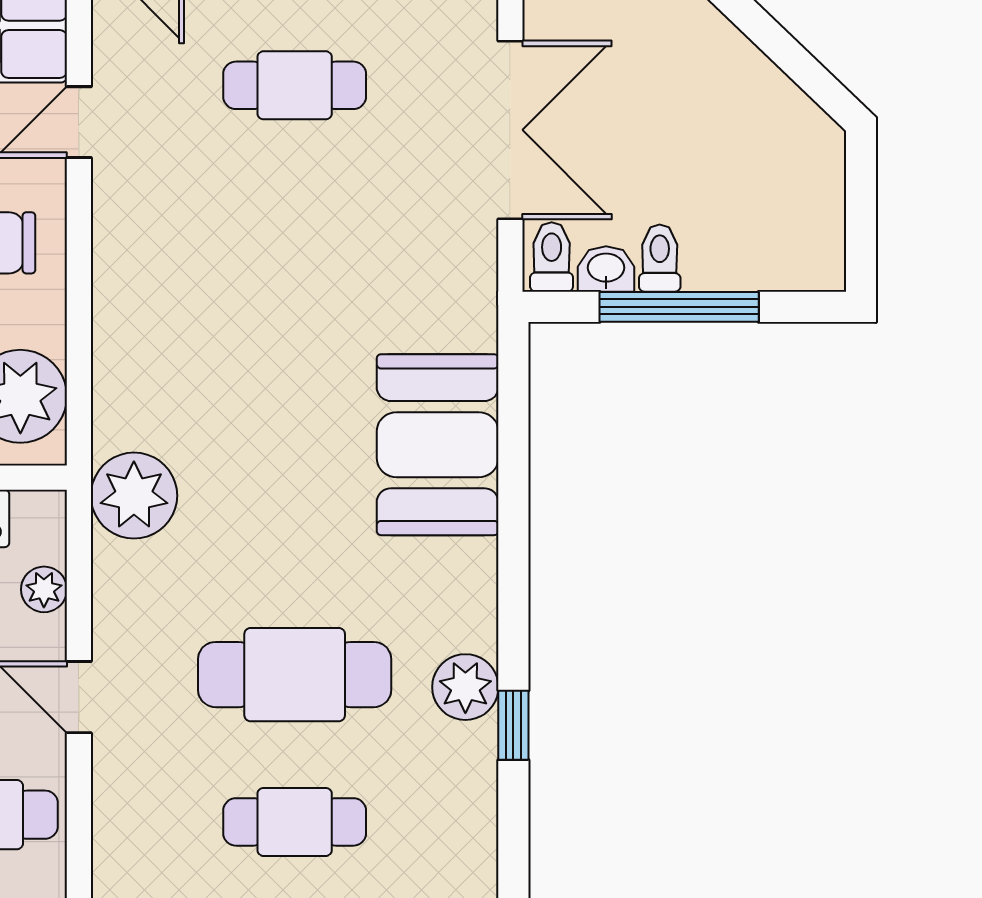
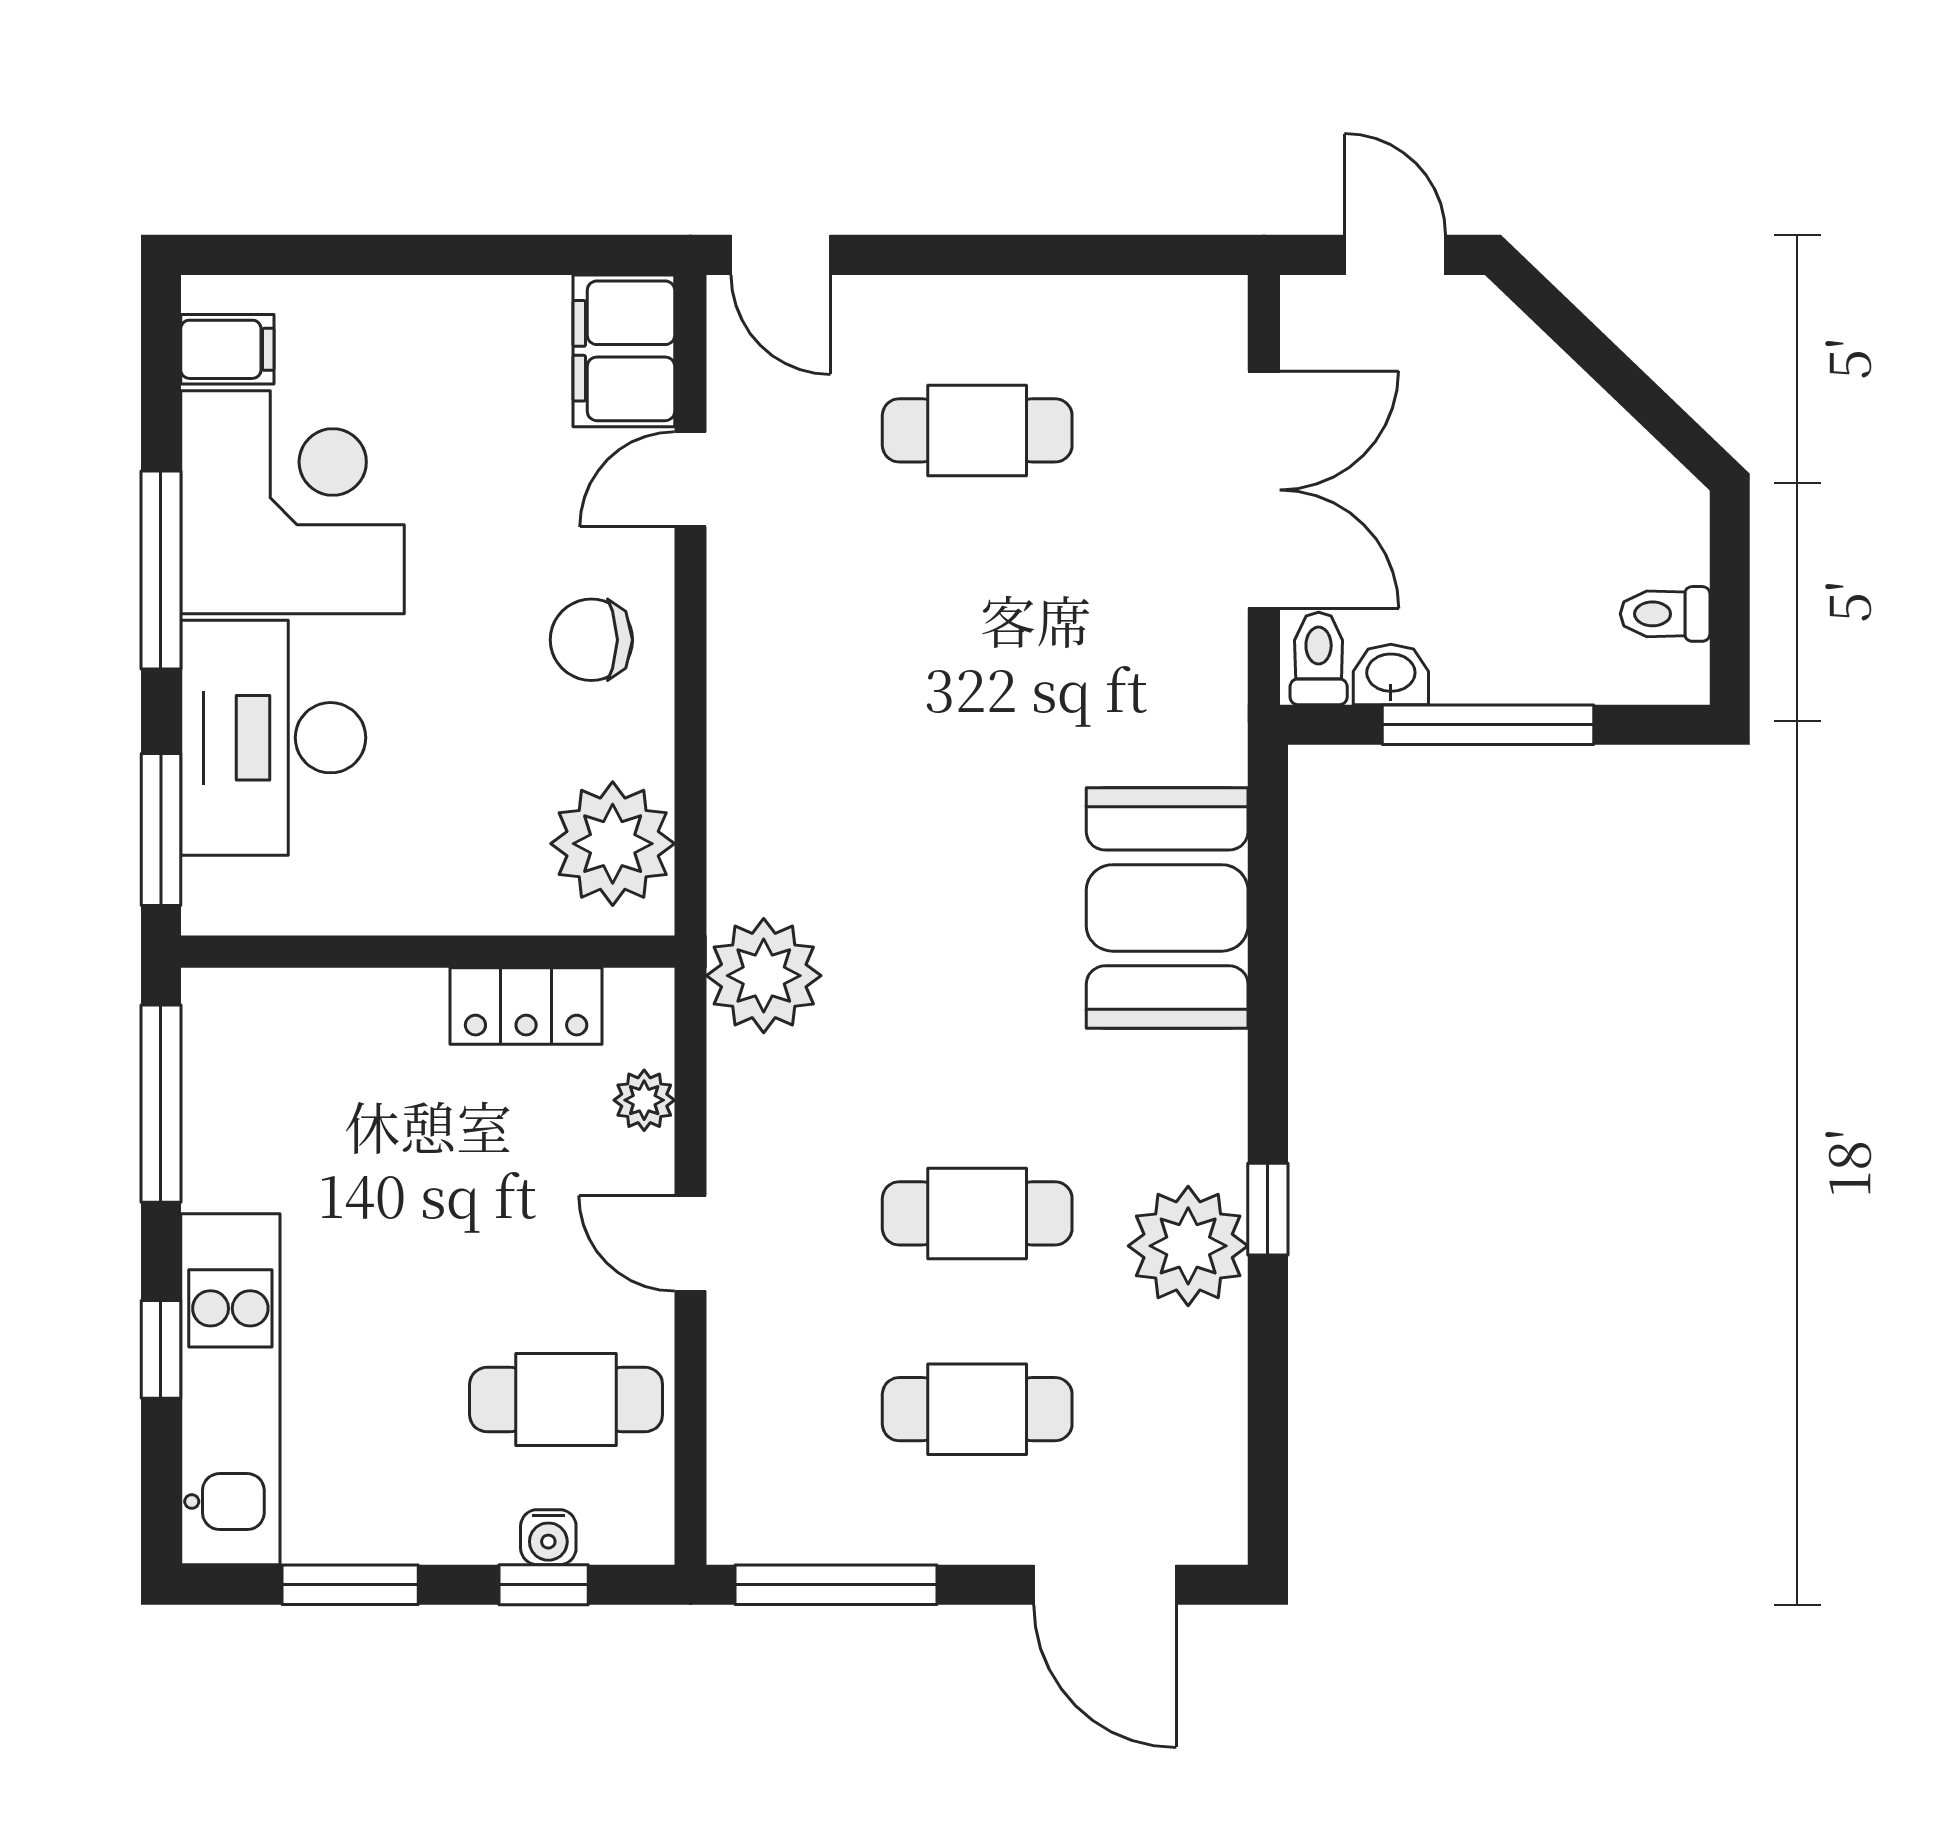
toilet: (660, 258) -> (1665, 614), moved, turned -90
cafe table: (295, 675) -> (977, 1213), width x0.73, depth x0.74
plant: (465, 687) -> (1188, 1246), width x1.36, depth x1.36
window: (513, 725) -> (1268, 1209), moved

